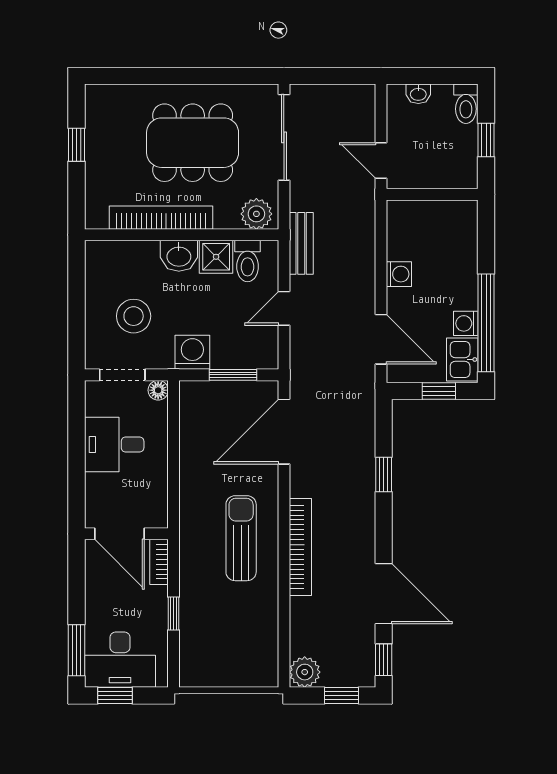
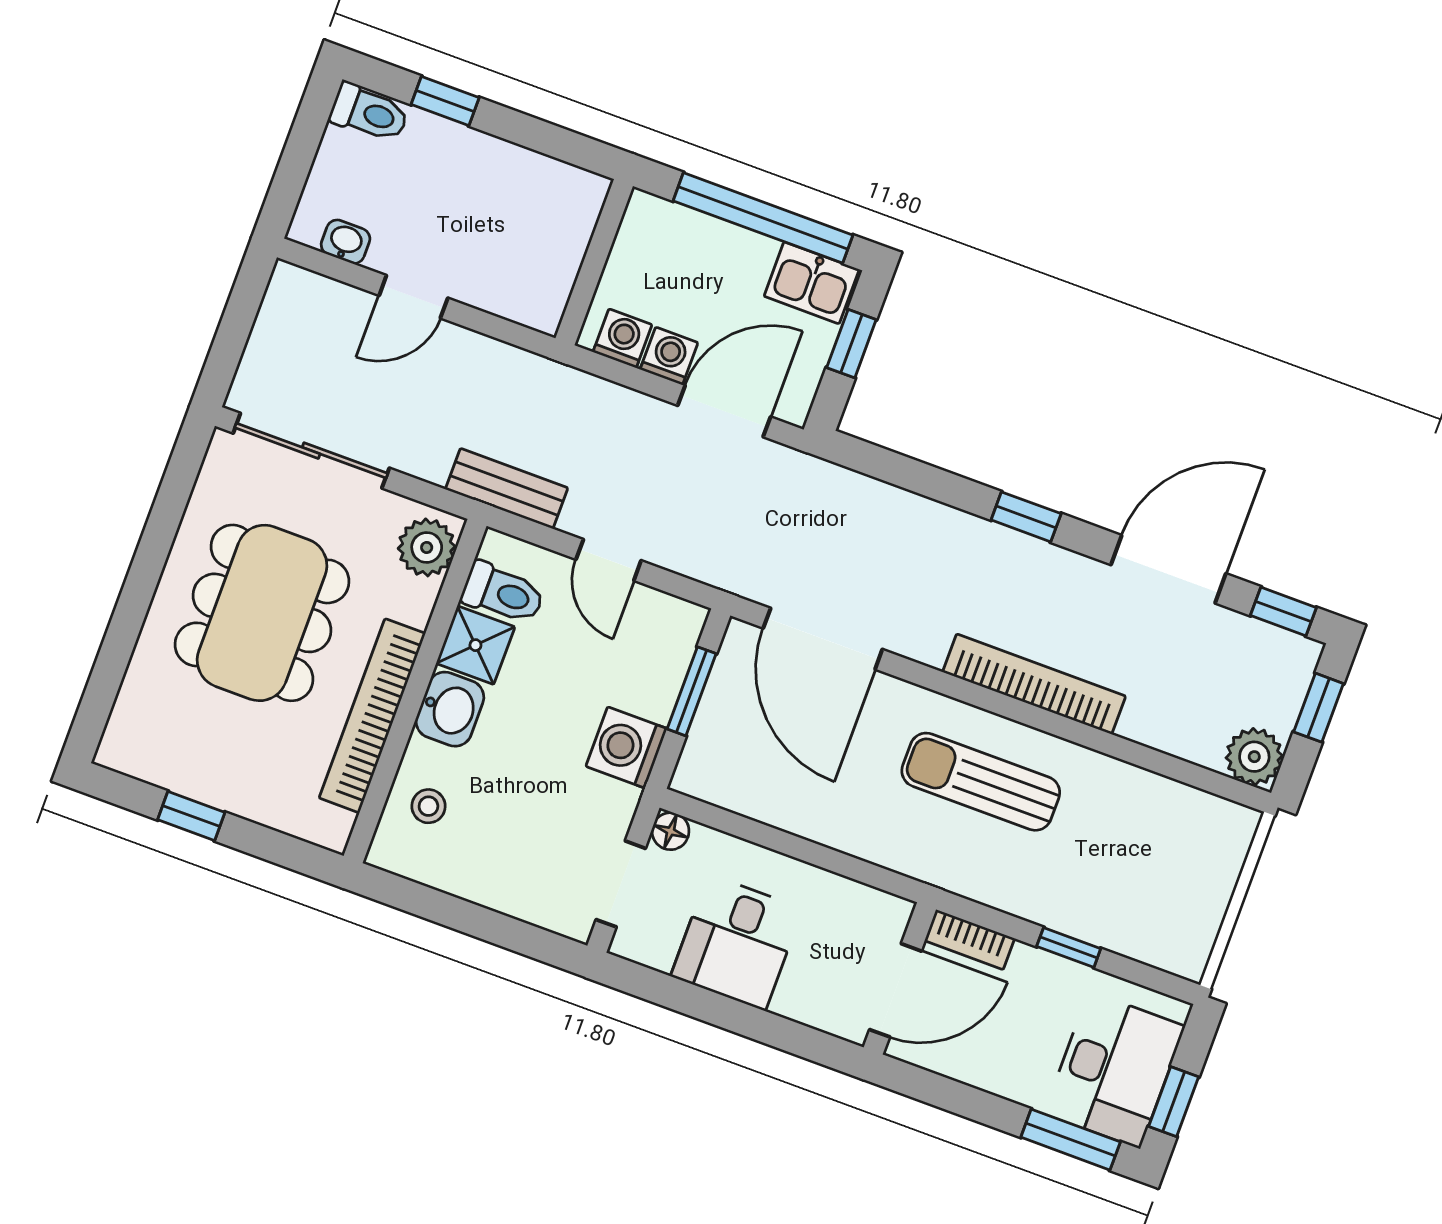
washbasin: (418, 94) -> (346, 242), moved, turned -90
wall: (432, 194) -> (594, 262), moved
stool: (134, 316) -> (428, 806), moved, width x0.53, depth x0.53
washing machine: (466, 323) -> (669, 356), moved, turned 180
window: (384, 474) -> (1026, 517), moved

